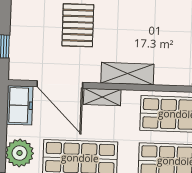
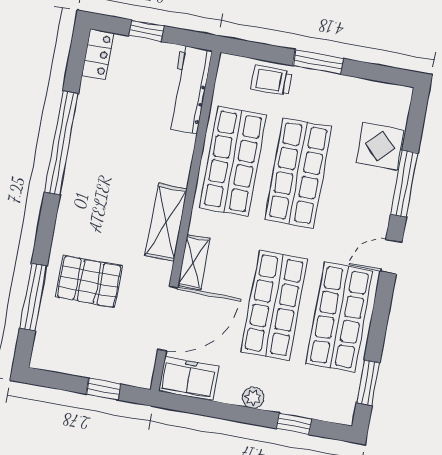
plant: (20, 153) -> (253, 398), width x0.53, depth x0.53

